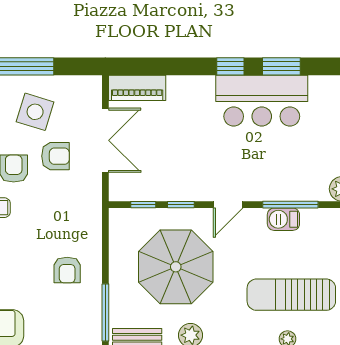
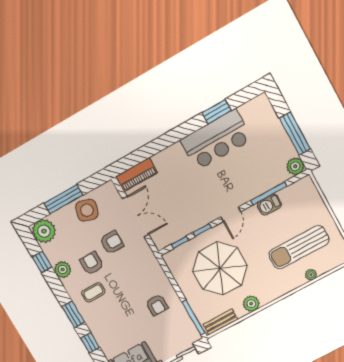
window: (230, 66) -> (185, 129), removed
side table: (35, 112) -> (87, 210), moved

